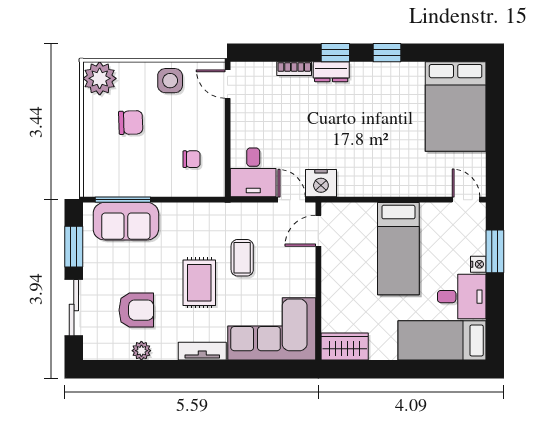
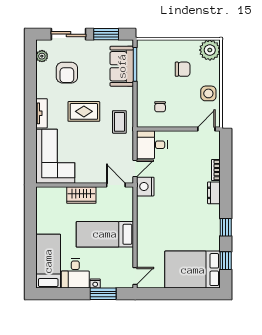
window: (335, 53) -> (226, 261), moved
chair: (131, 122) -> (183, 69), turned -88
coffee table: (242, 258) -> (119, 122), moved, turned 90
wardrobe: (345, 347) -> (81, 195), moved, turned 90
plant: (141, 351) -> (42, 56), moved

